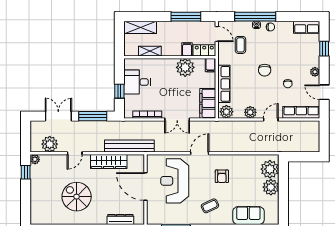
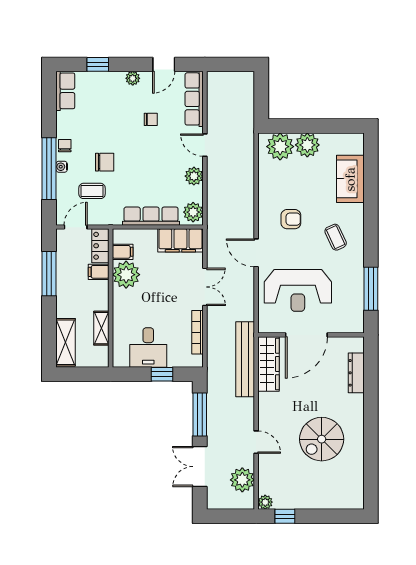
filing cabinet: (210, 65) -> (123, 252), moved
chair: (265, 70) -> (105, 162), moved
wardrobe: (109, 162) -> (269, 364), moved

